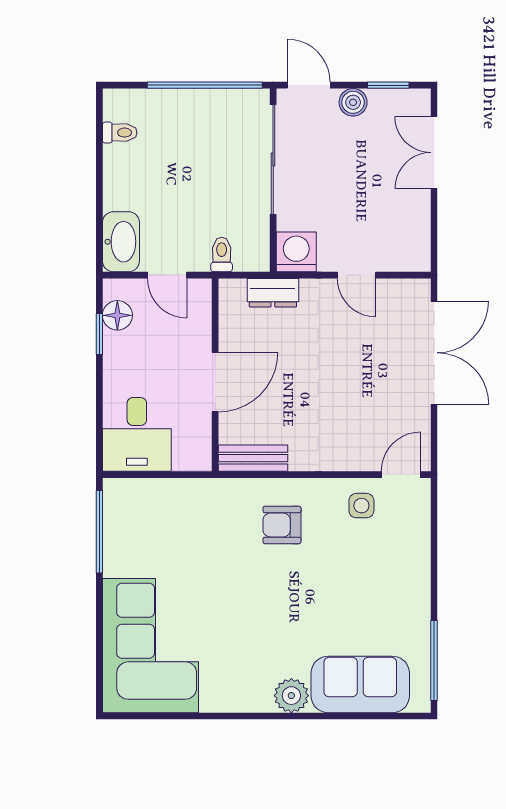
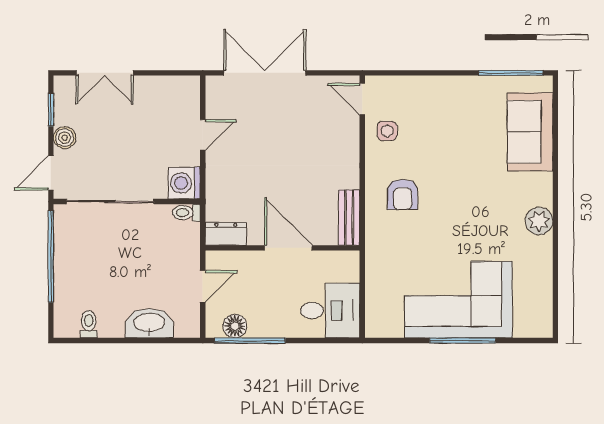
washbasin: (121, 242) -> (149, 323), moved
toilet: (222, 255) -> (186, 213), moved
dresser: (273, 293) -> (226, 234), moved, turned -90
window: (99, 334) -> (250, 341), width x2.17
window: (99, 532) -> (462, 341), moved
corner sofa: (150, 646) -> (458, 300), moved
plant: (291, 696) -> (539, 221), moved

